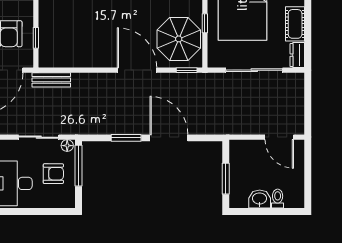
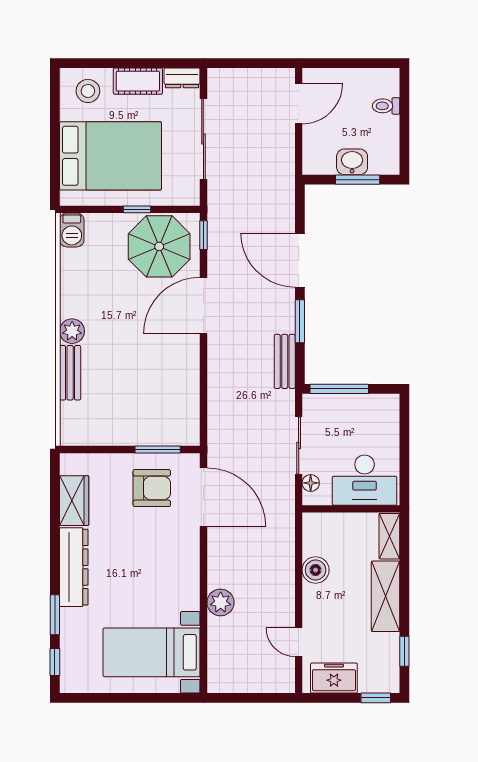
window: (36, 38) -> (158, 449), width x1.50
bench: (51, 80) -> (285, 361), moved
door: (169, 138) -> (300, 260), hinge flipped
floor lamp: (67, 146) -> (311, 483), moved
armchair: (53, 174) -> (351, 425), removed
washbasin: (260, 199) -> (352, 162), moved, turned 90

